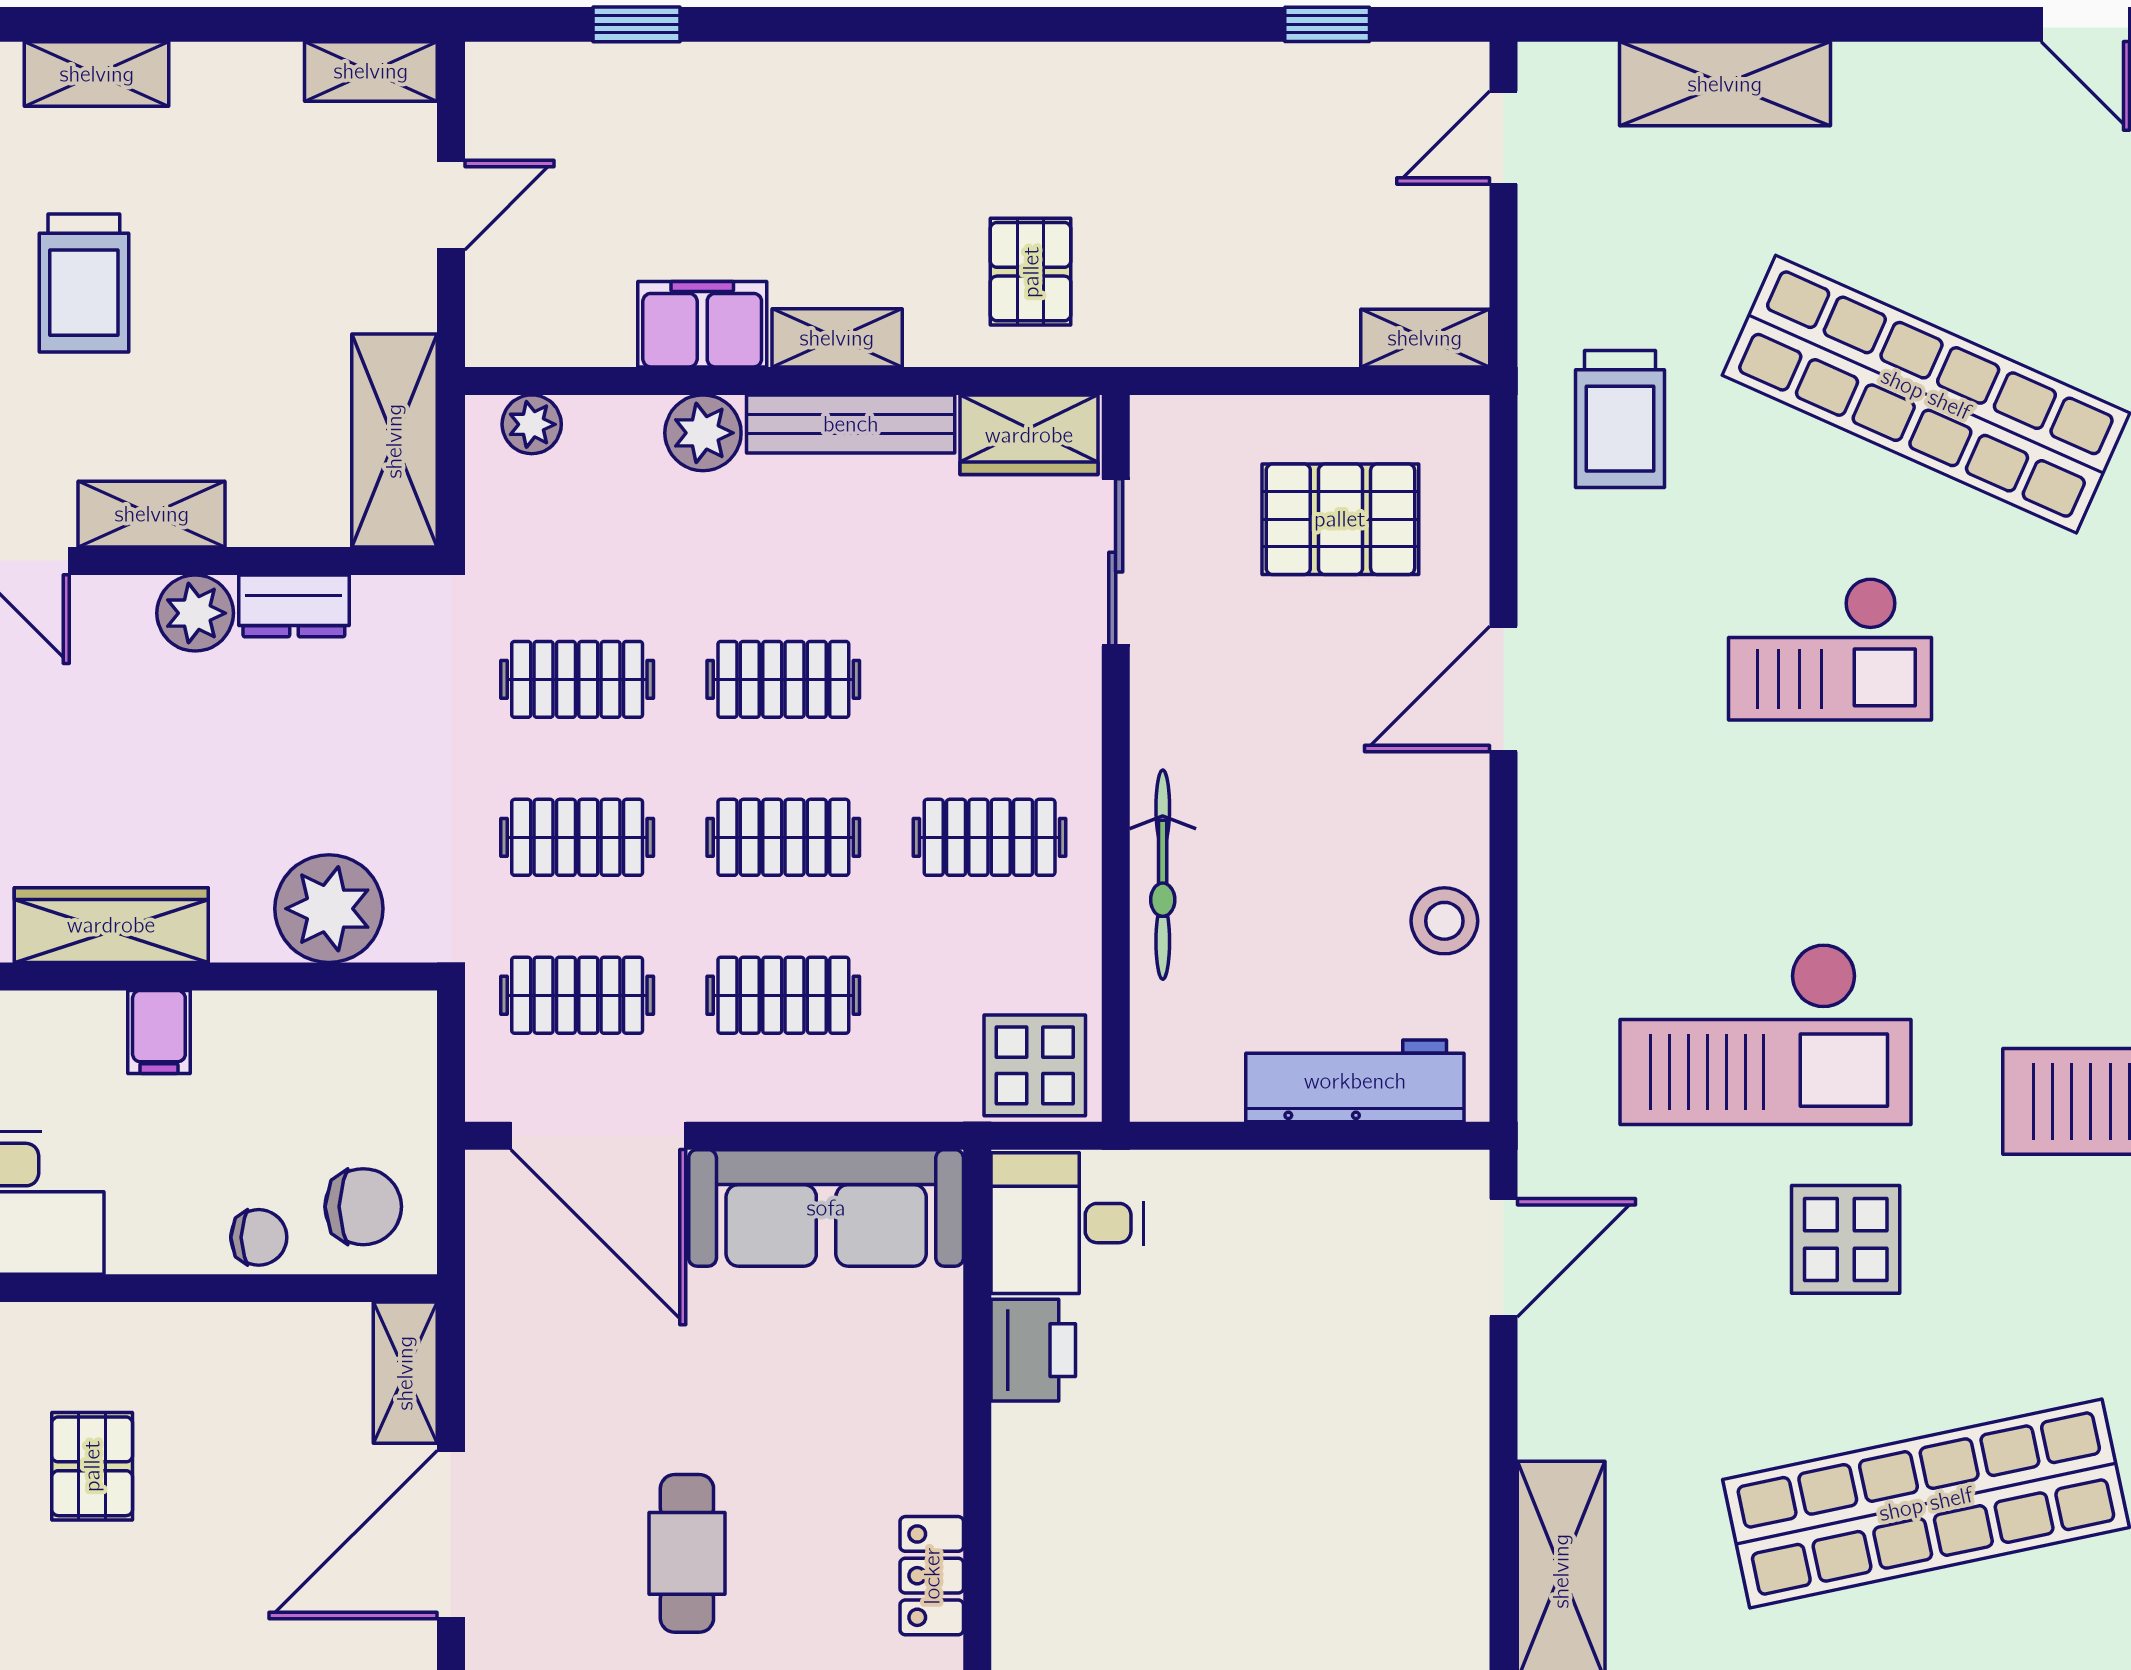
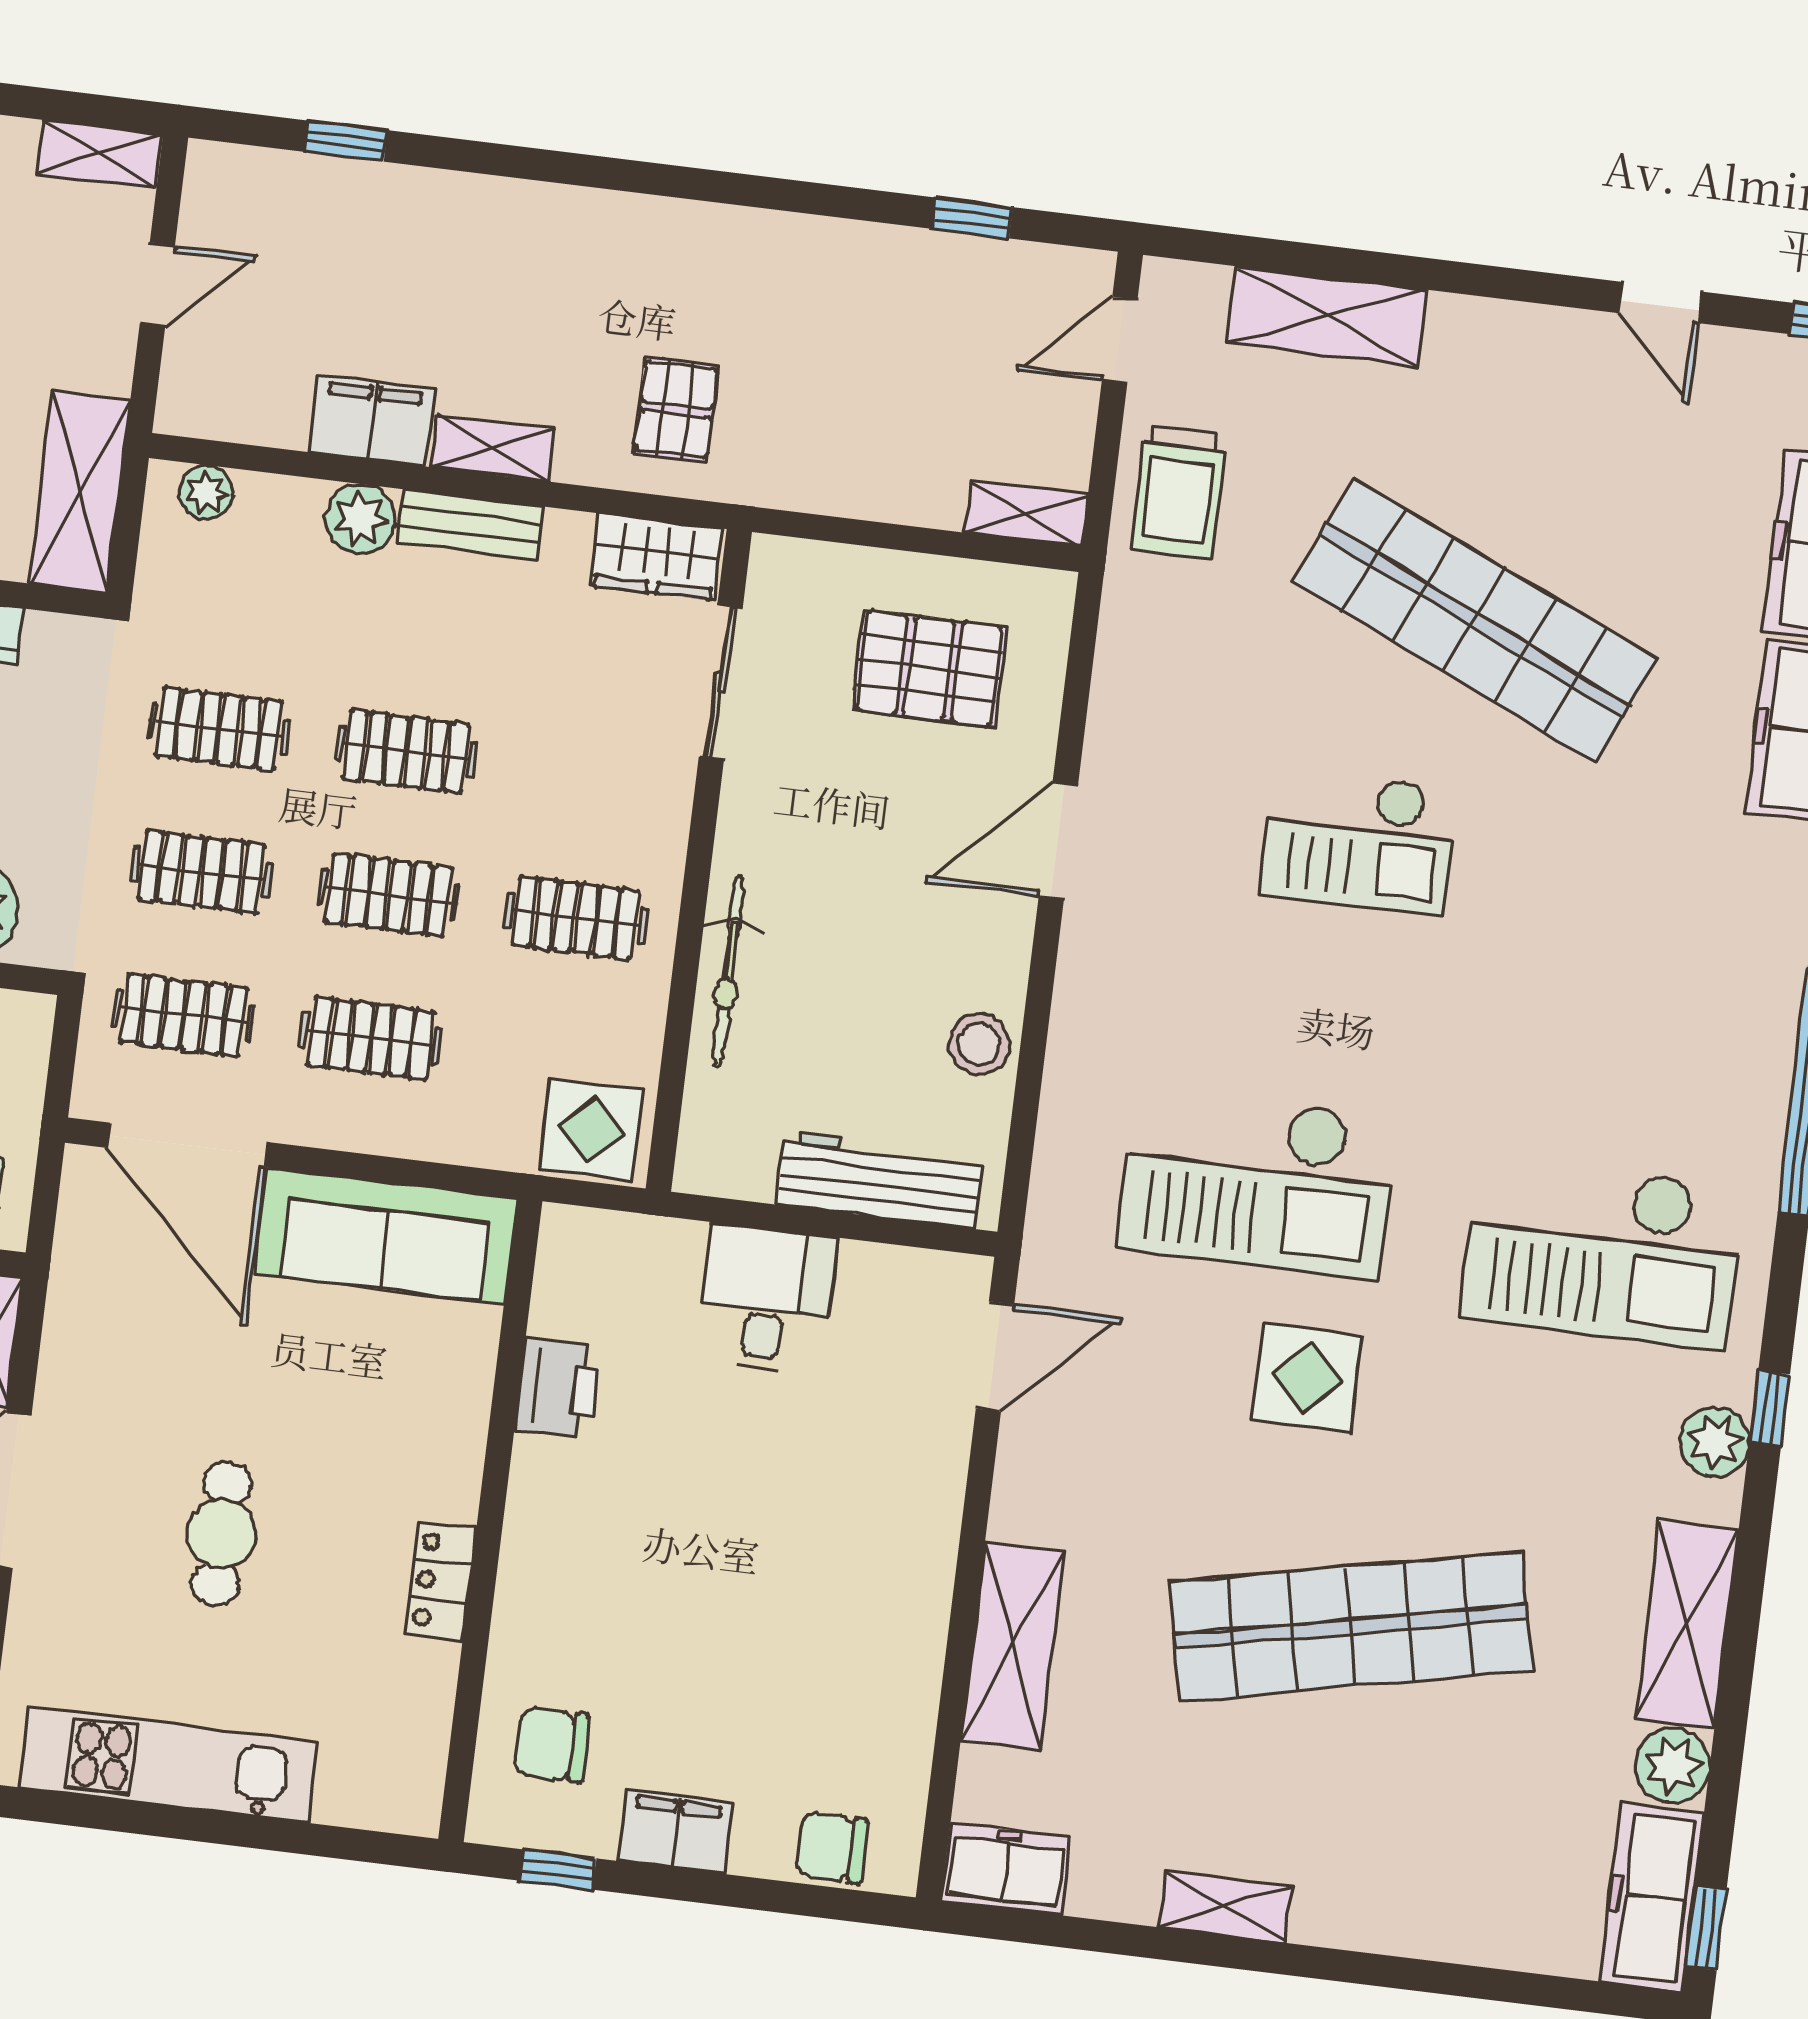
trolley: (1620, 419) -> (1179, 491), moved
bench: (851, 424) -> (470, 524), width x0.73
desk: (1067, 1223) -> (766, 1299), moved, turned 90

